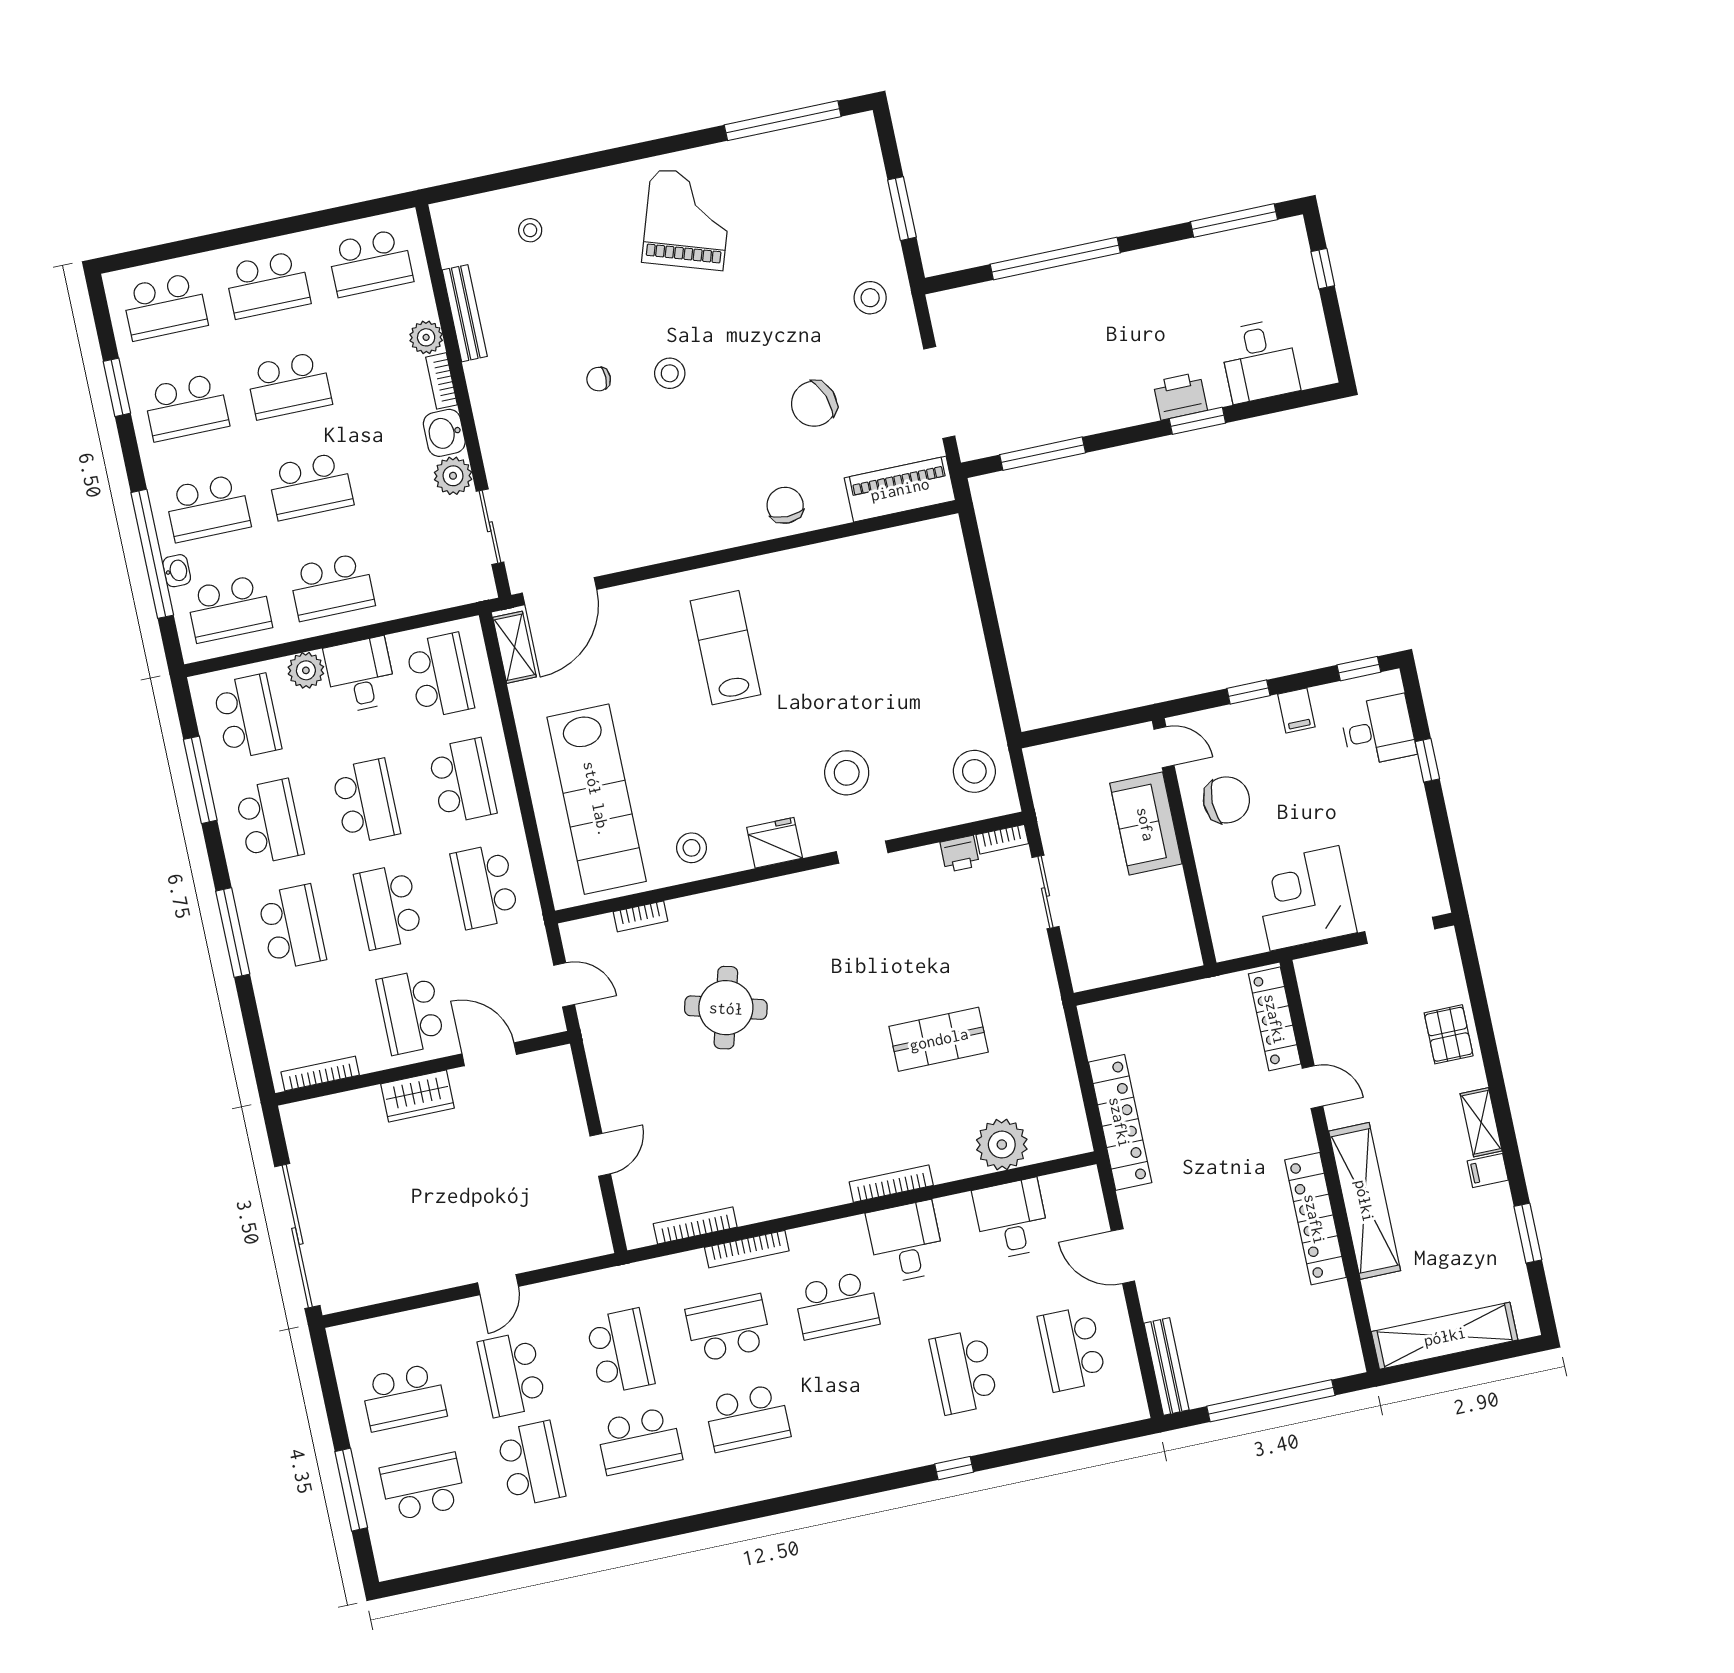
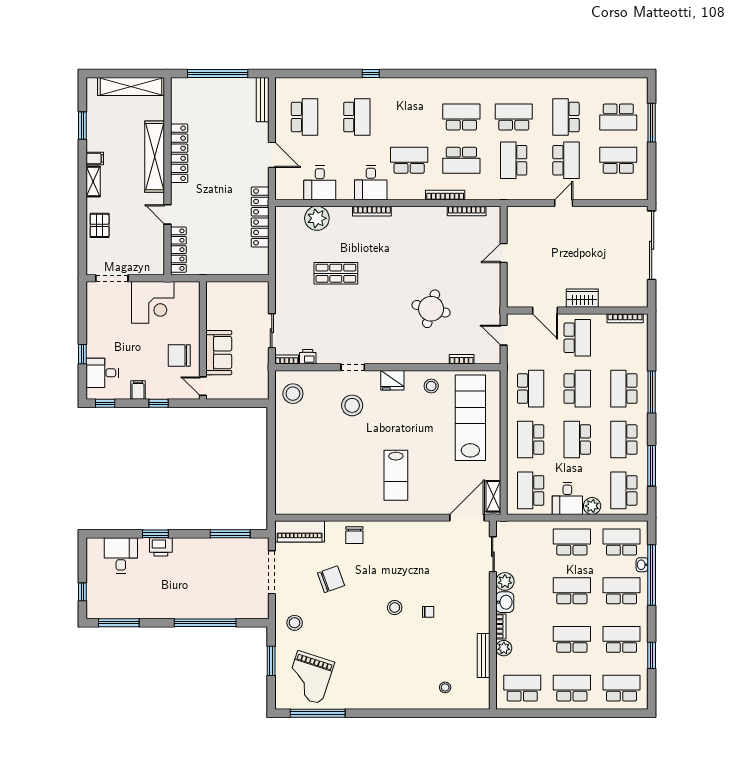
grand piano: (687, 220) -> (310, 677), moved

